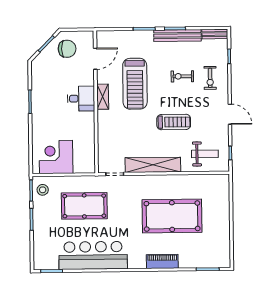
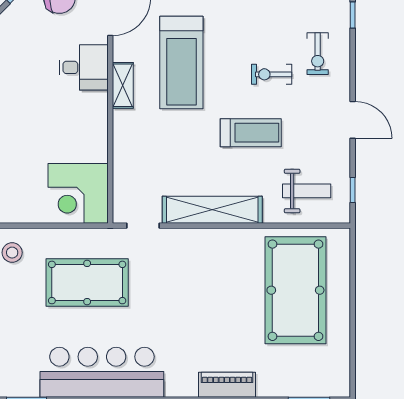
exercise bike: (182, 76) -> (272, 74), moved
desk: (81, 99) -> (84, 67), moved
corner desk: (56, 157) -> (78, 193), moved, turned -90
pool table: (172, 216) -> (295, 290), moved, turned 90

